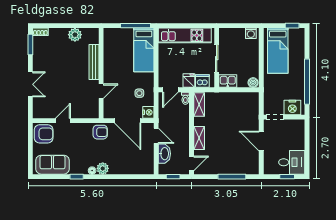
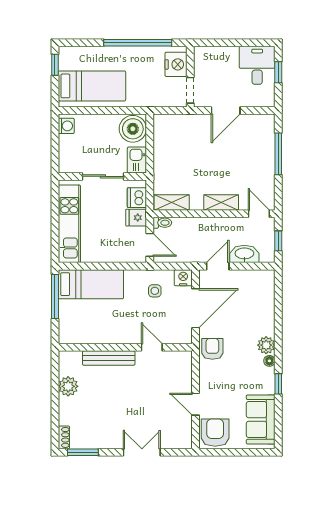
boiler: (253, 83) -> (133, 129), width x1.86, depth x1.86

